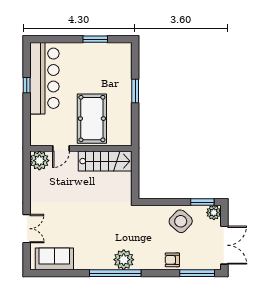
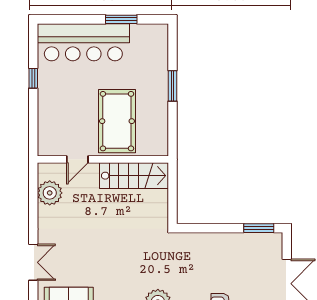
bar counter: (44, 78) -> (83, 42), moved, turned 90
plant: (39, 161) -> (50, 193), moved
plant: (214, 213) -> (273, 242), removed
side table: (181, 221) -> (231, 253), removed

